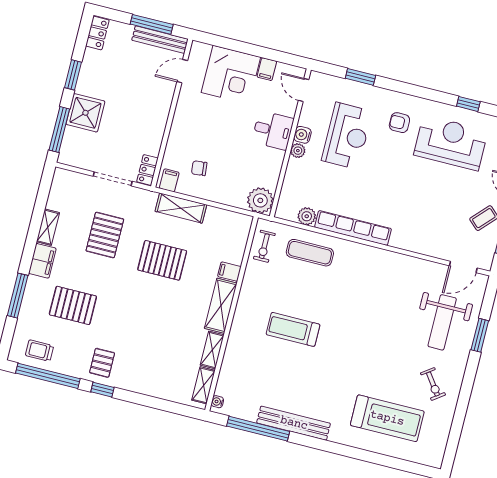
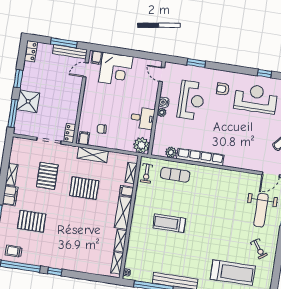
filing cabinet: (267, 69) -> (97, 57), moved
desk: (273, 130) -> (142, 118), moved
shelving: (239, 243) -> (131, 173), added
pallet: (102, 363) -> (53, 255), removed

